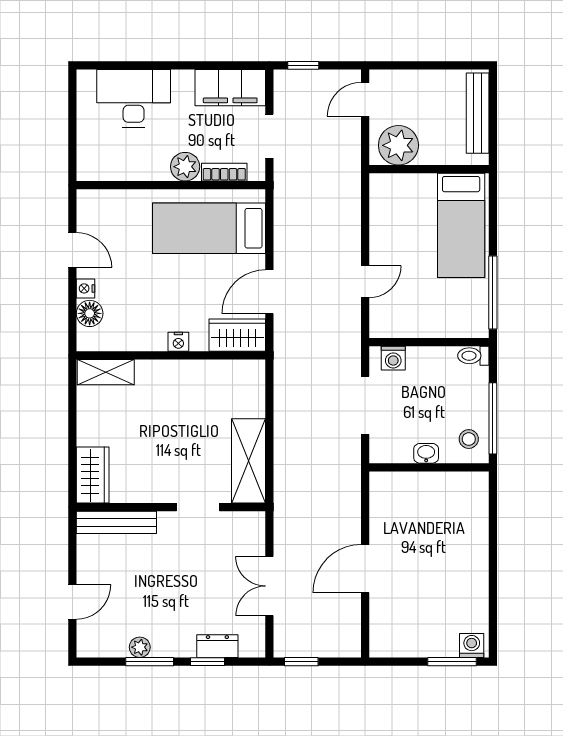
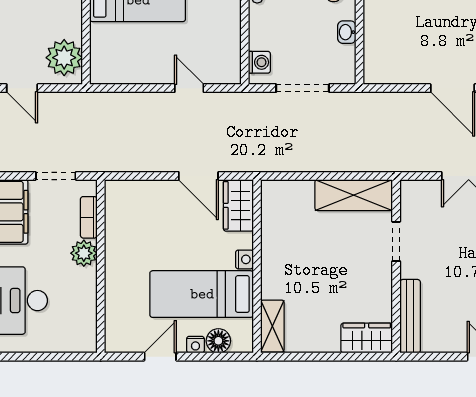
bed: (209, 228) -> (202, 294), moved, turned 90

